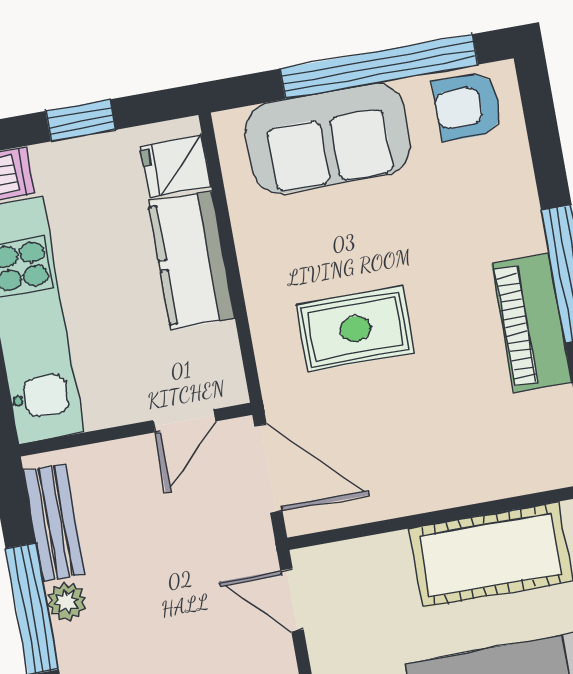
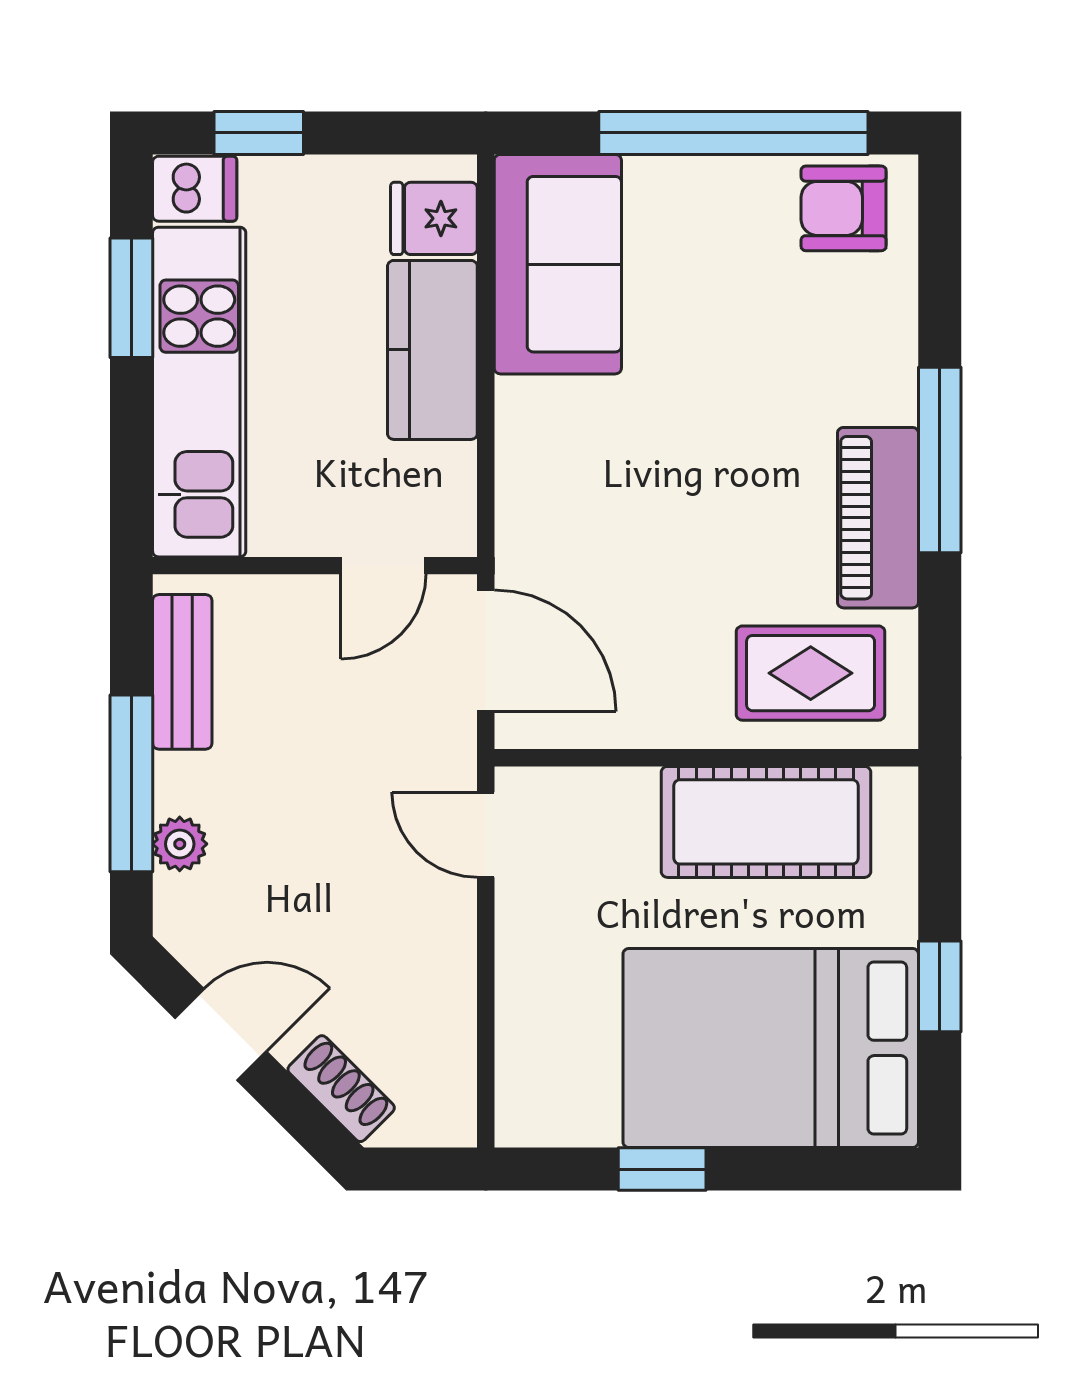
window: (80, 120) -> (259, 133), moved
sofa: (328, 138) -> (558, 264), moved, turned -90
rug: (355, 329) -> (811, 673), moved
plant: (67, 602) -> (180, 844), moved

